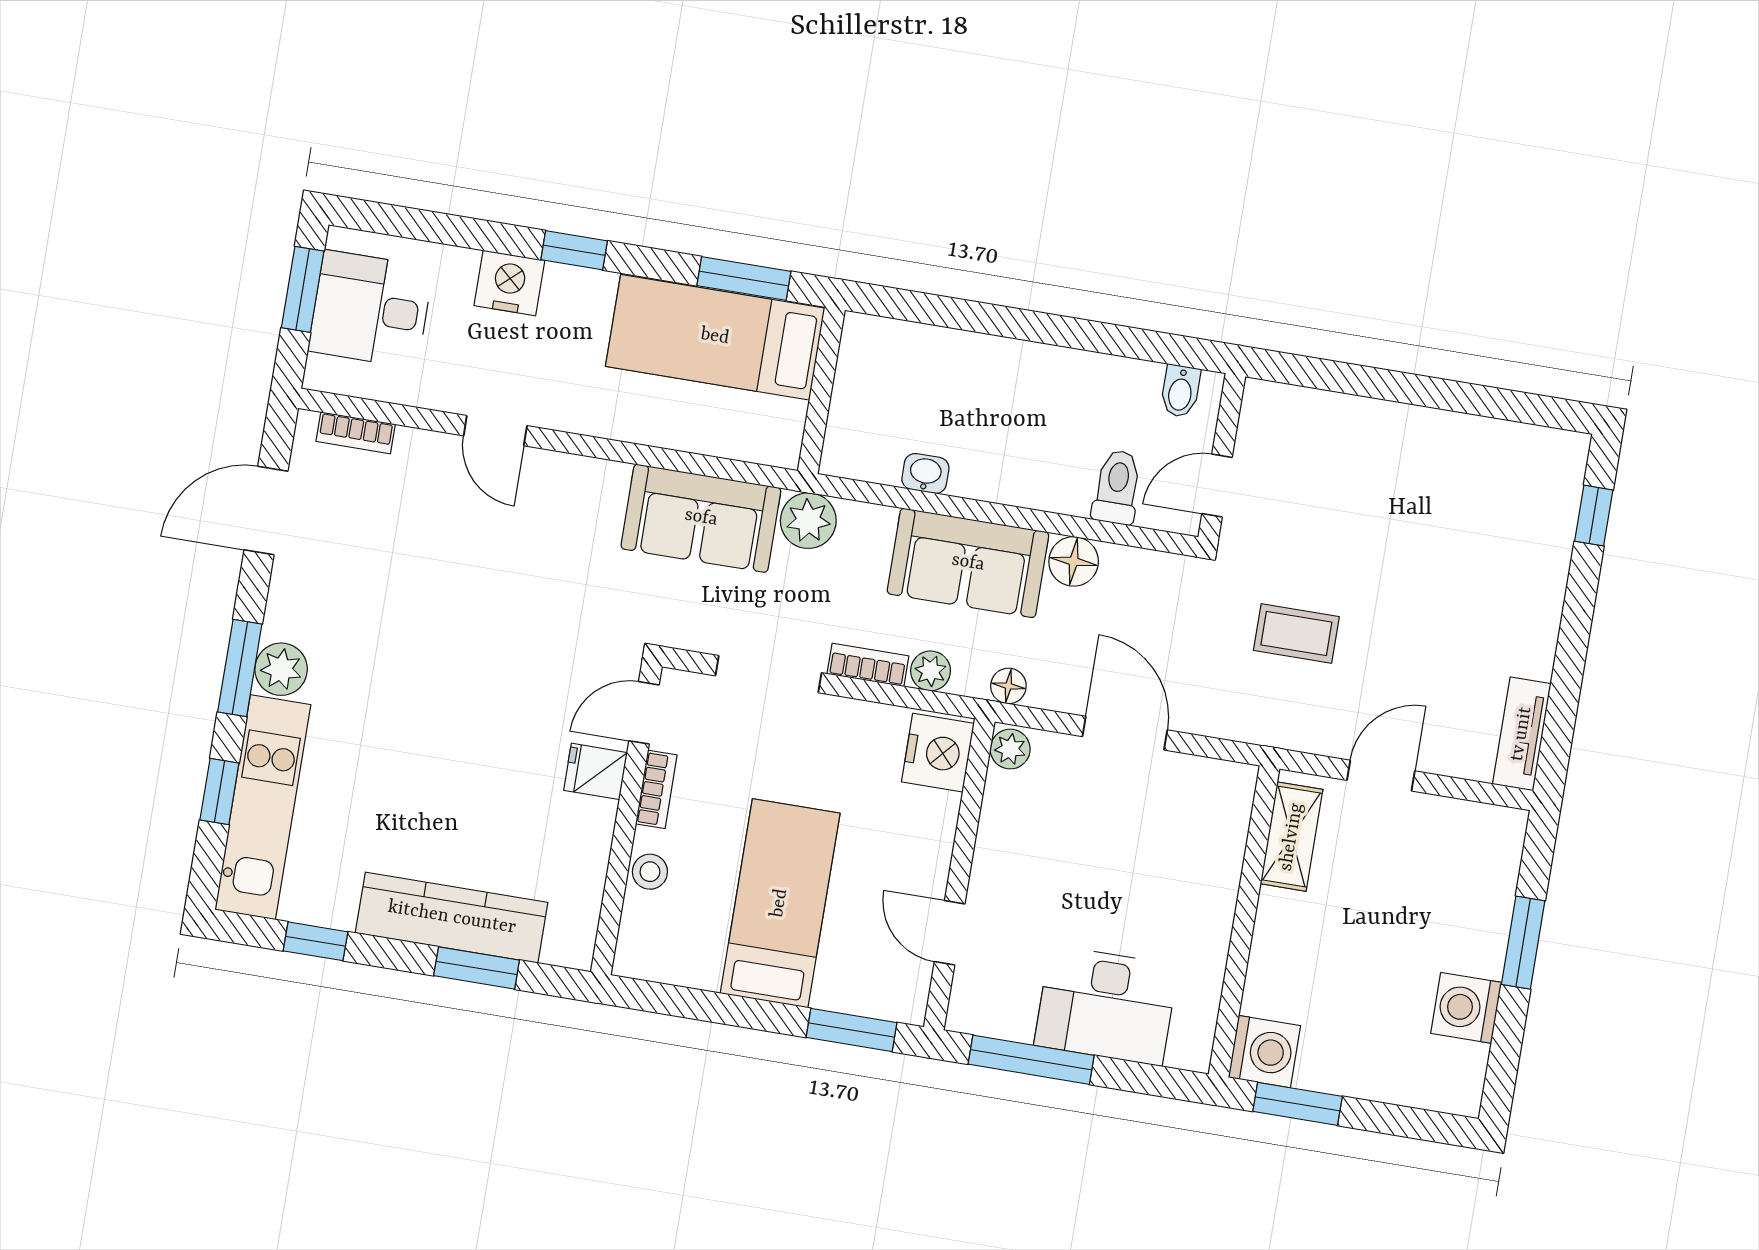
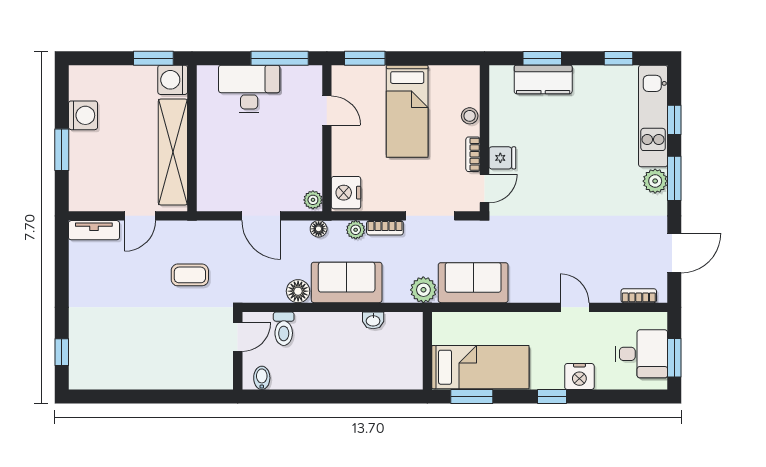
tv unit: (1522, 734) -> (94, 230), moved, turned 90
shelving: (1292, 837) -> (173, 152), width x2.20, depth x1.33
kitchen counter: (452, 918) -> (543, 79), width x0.67

